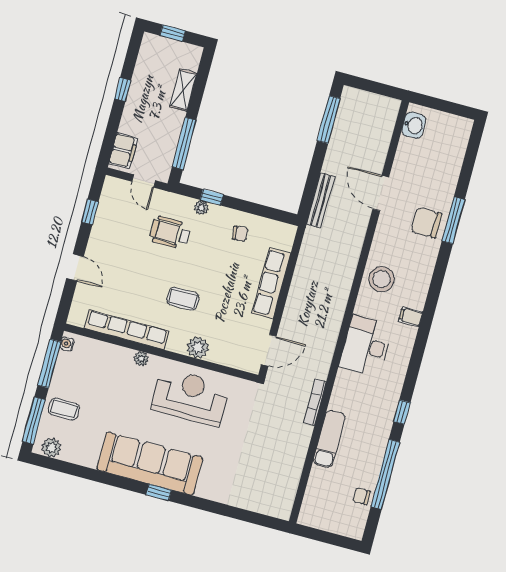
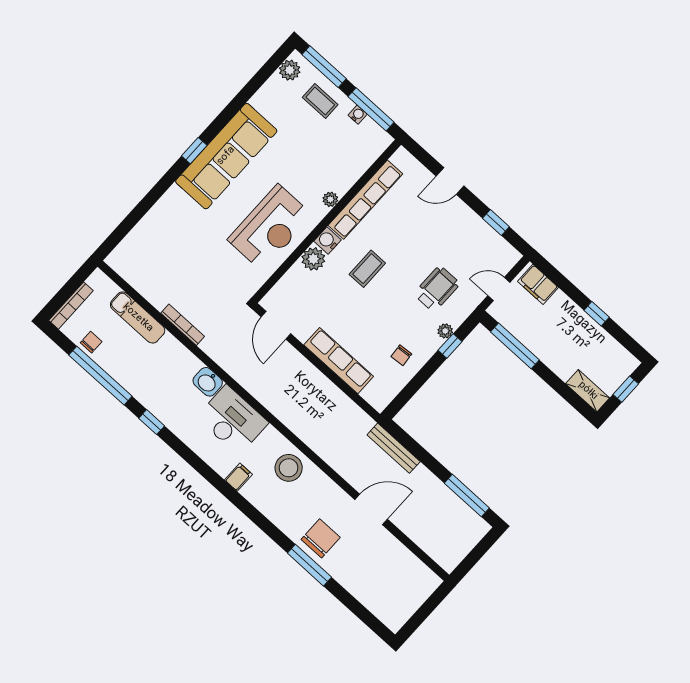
shelving: (183, 90) -> (588, 391), moved
washbasin: (414, 125) -> (208, 382), moved
water cooler: (67, 344) -> (358, 115), moved
water cooler: (177, 344) -> (328, 240), added
bookcase: (315, 402) -> (183, 325), moved
coffee table: (64, 409) -> (320, 101), turned 90
exam couch: (329, 439) -> (138, 318), moved
bookcase: (340, 529) -> (71, 306), added

